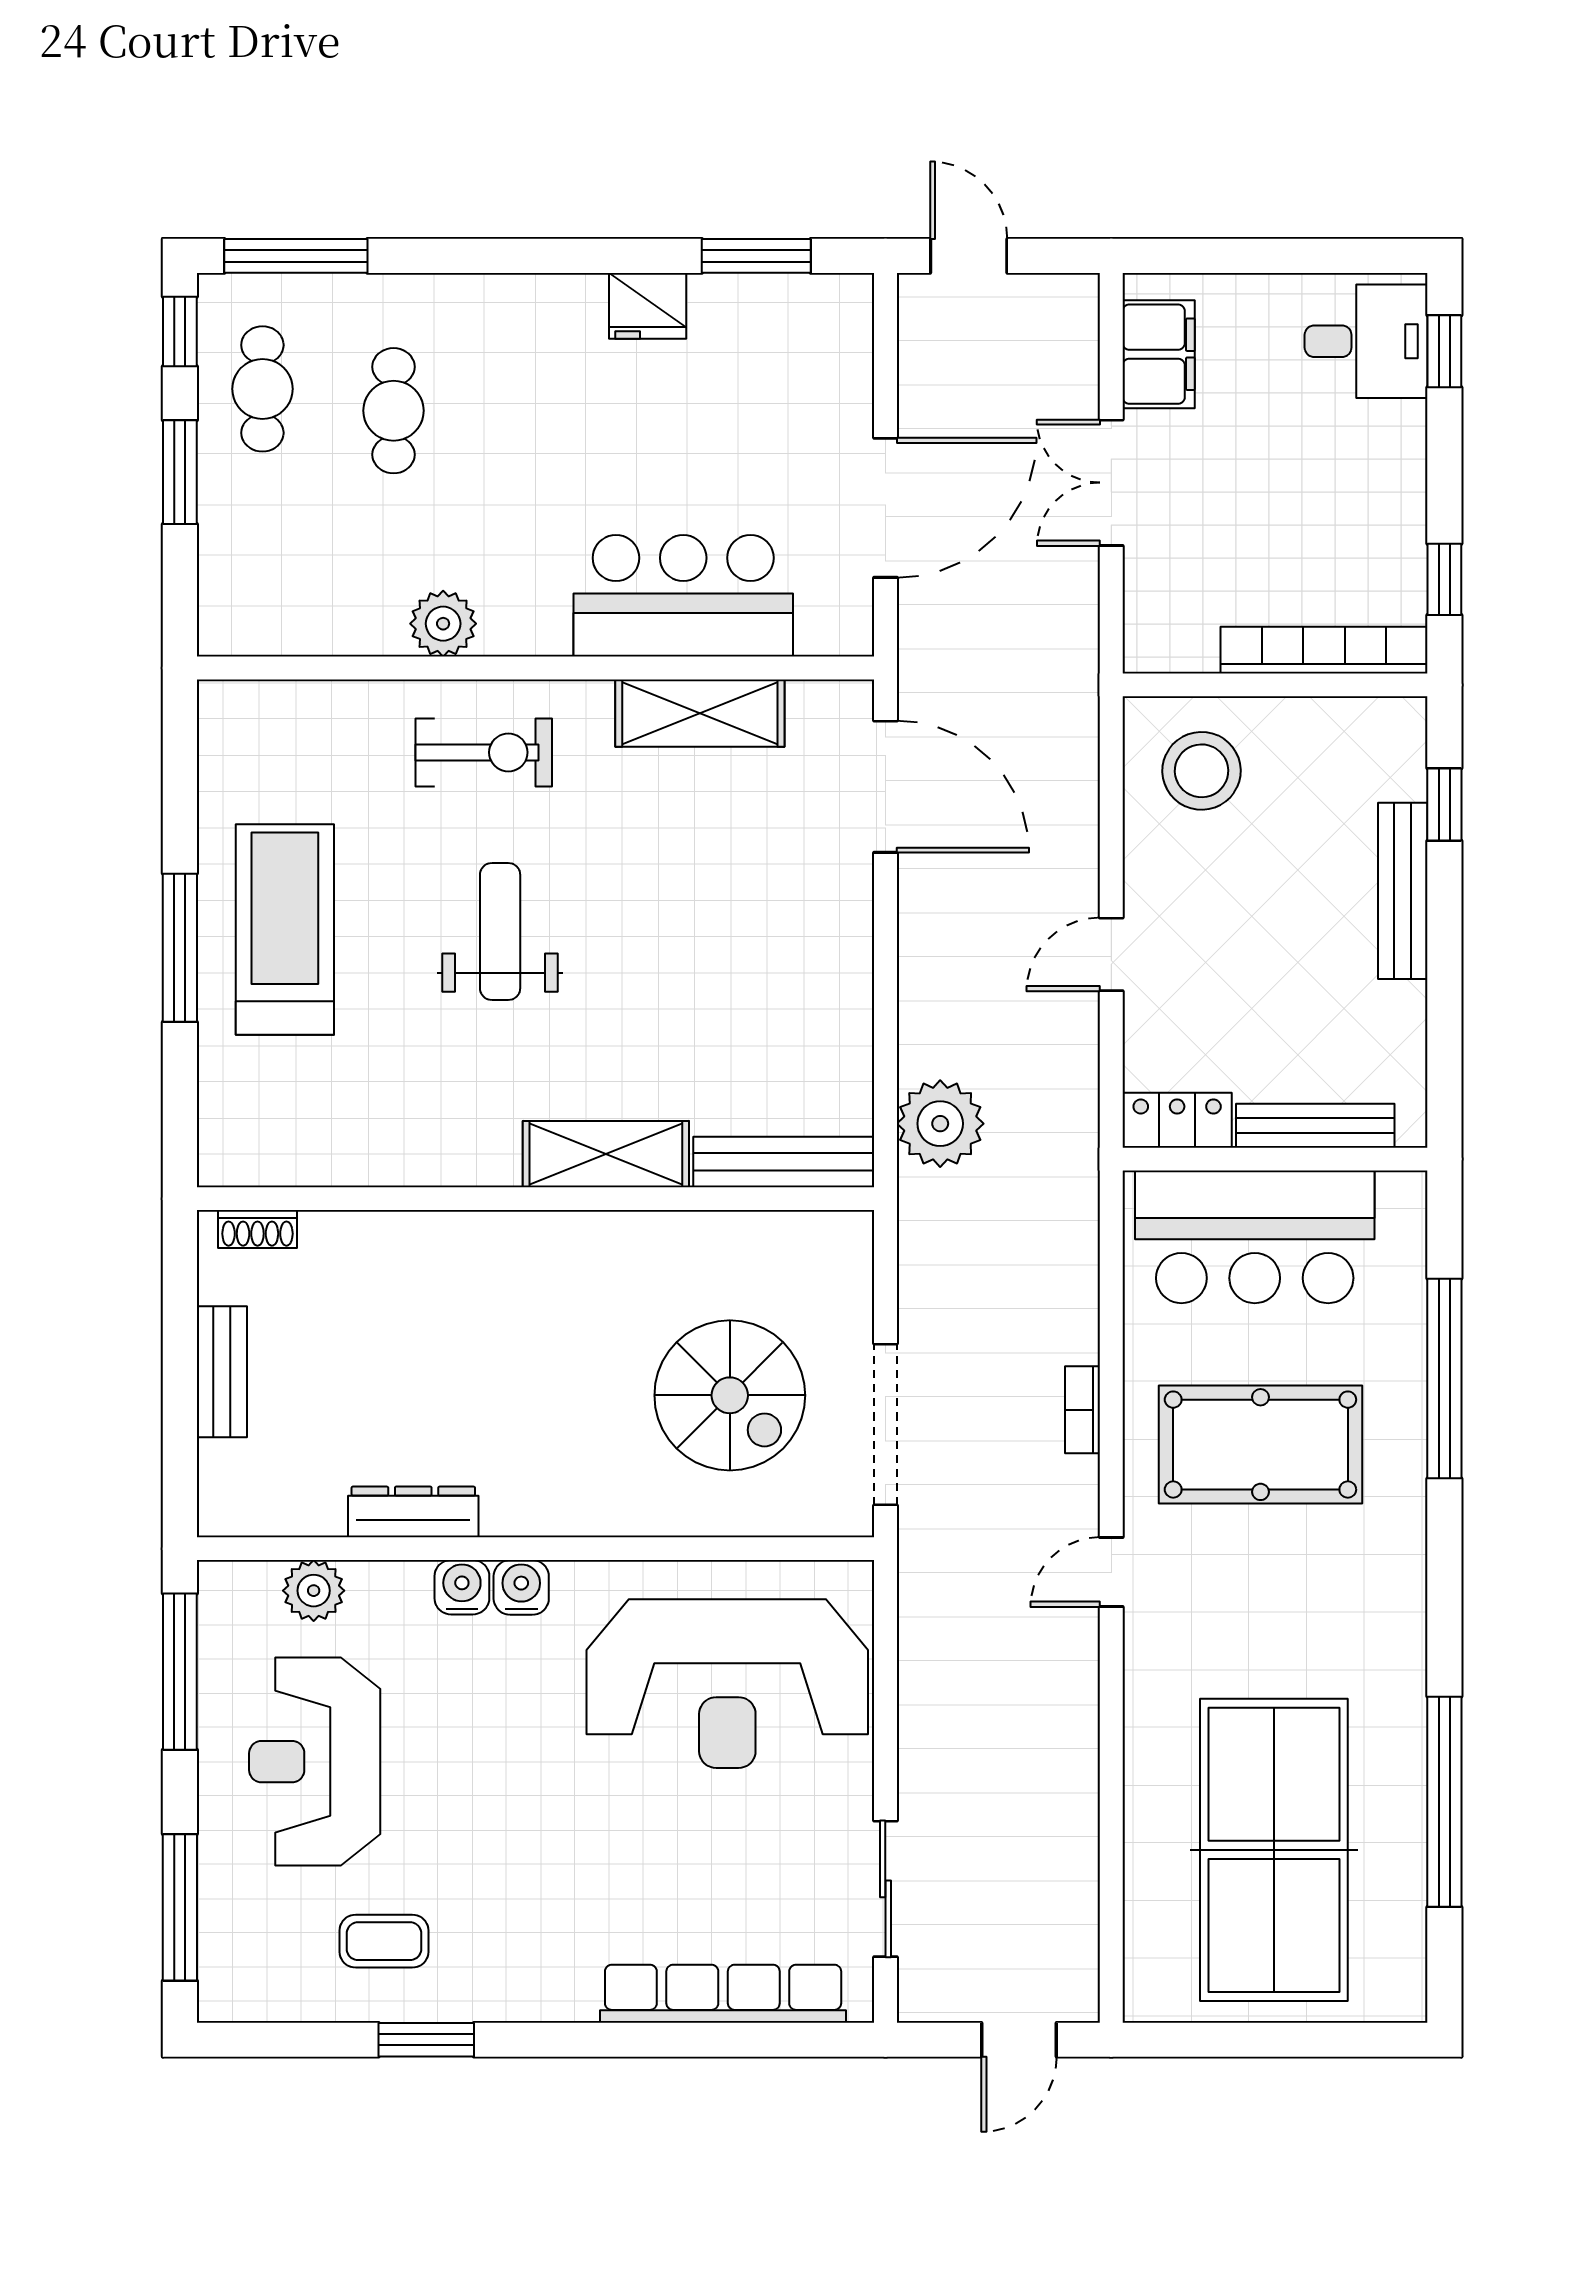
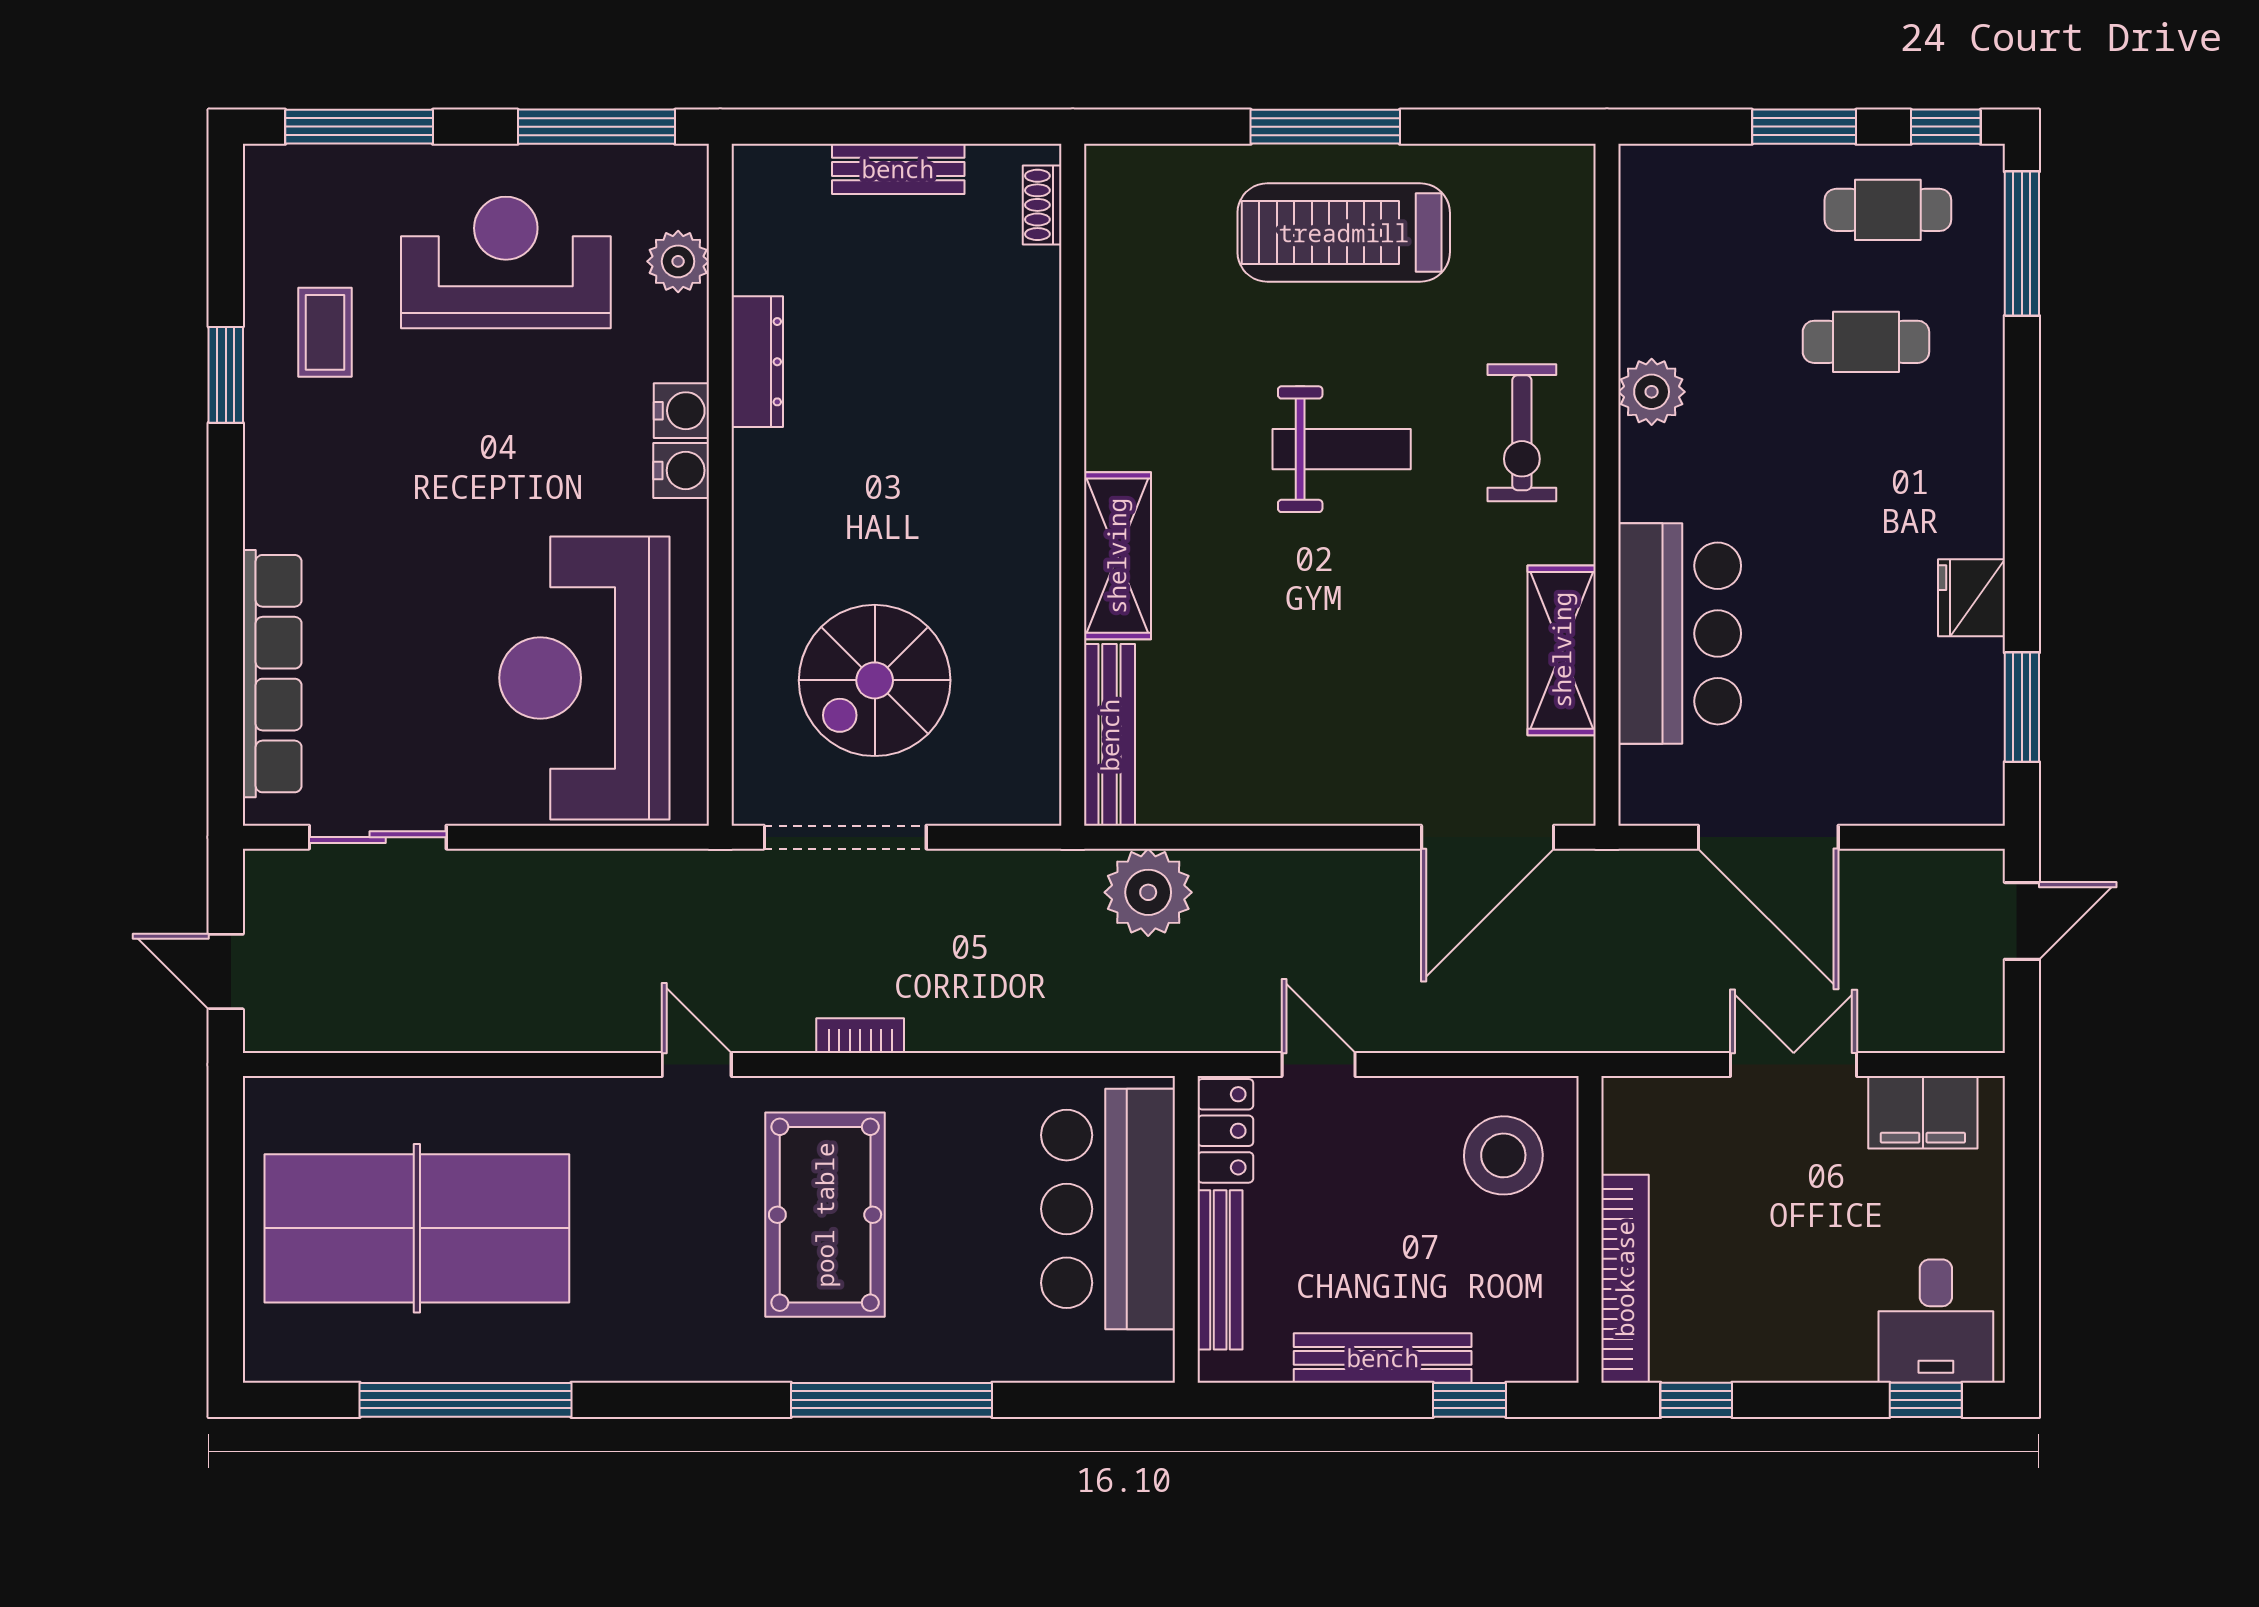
treadmill: (285, 929) -> (1344, 233), turned 180
locker: (1177, 1120) -> (1225, 1131), moved
bench: (1315, 1126) -> (1220, 1270), moved
wall: (1275, 1159) -> (1186, 1229), moved
bar counter: (1255, 1237) -> (1108, 1209), moved

